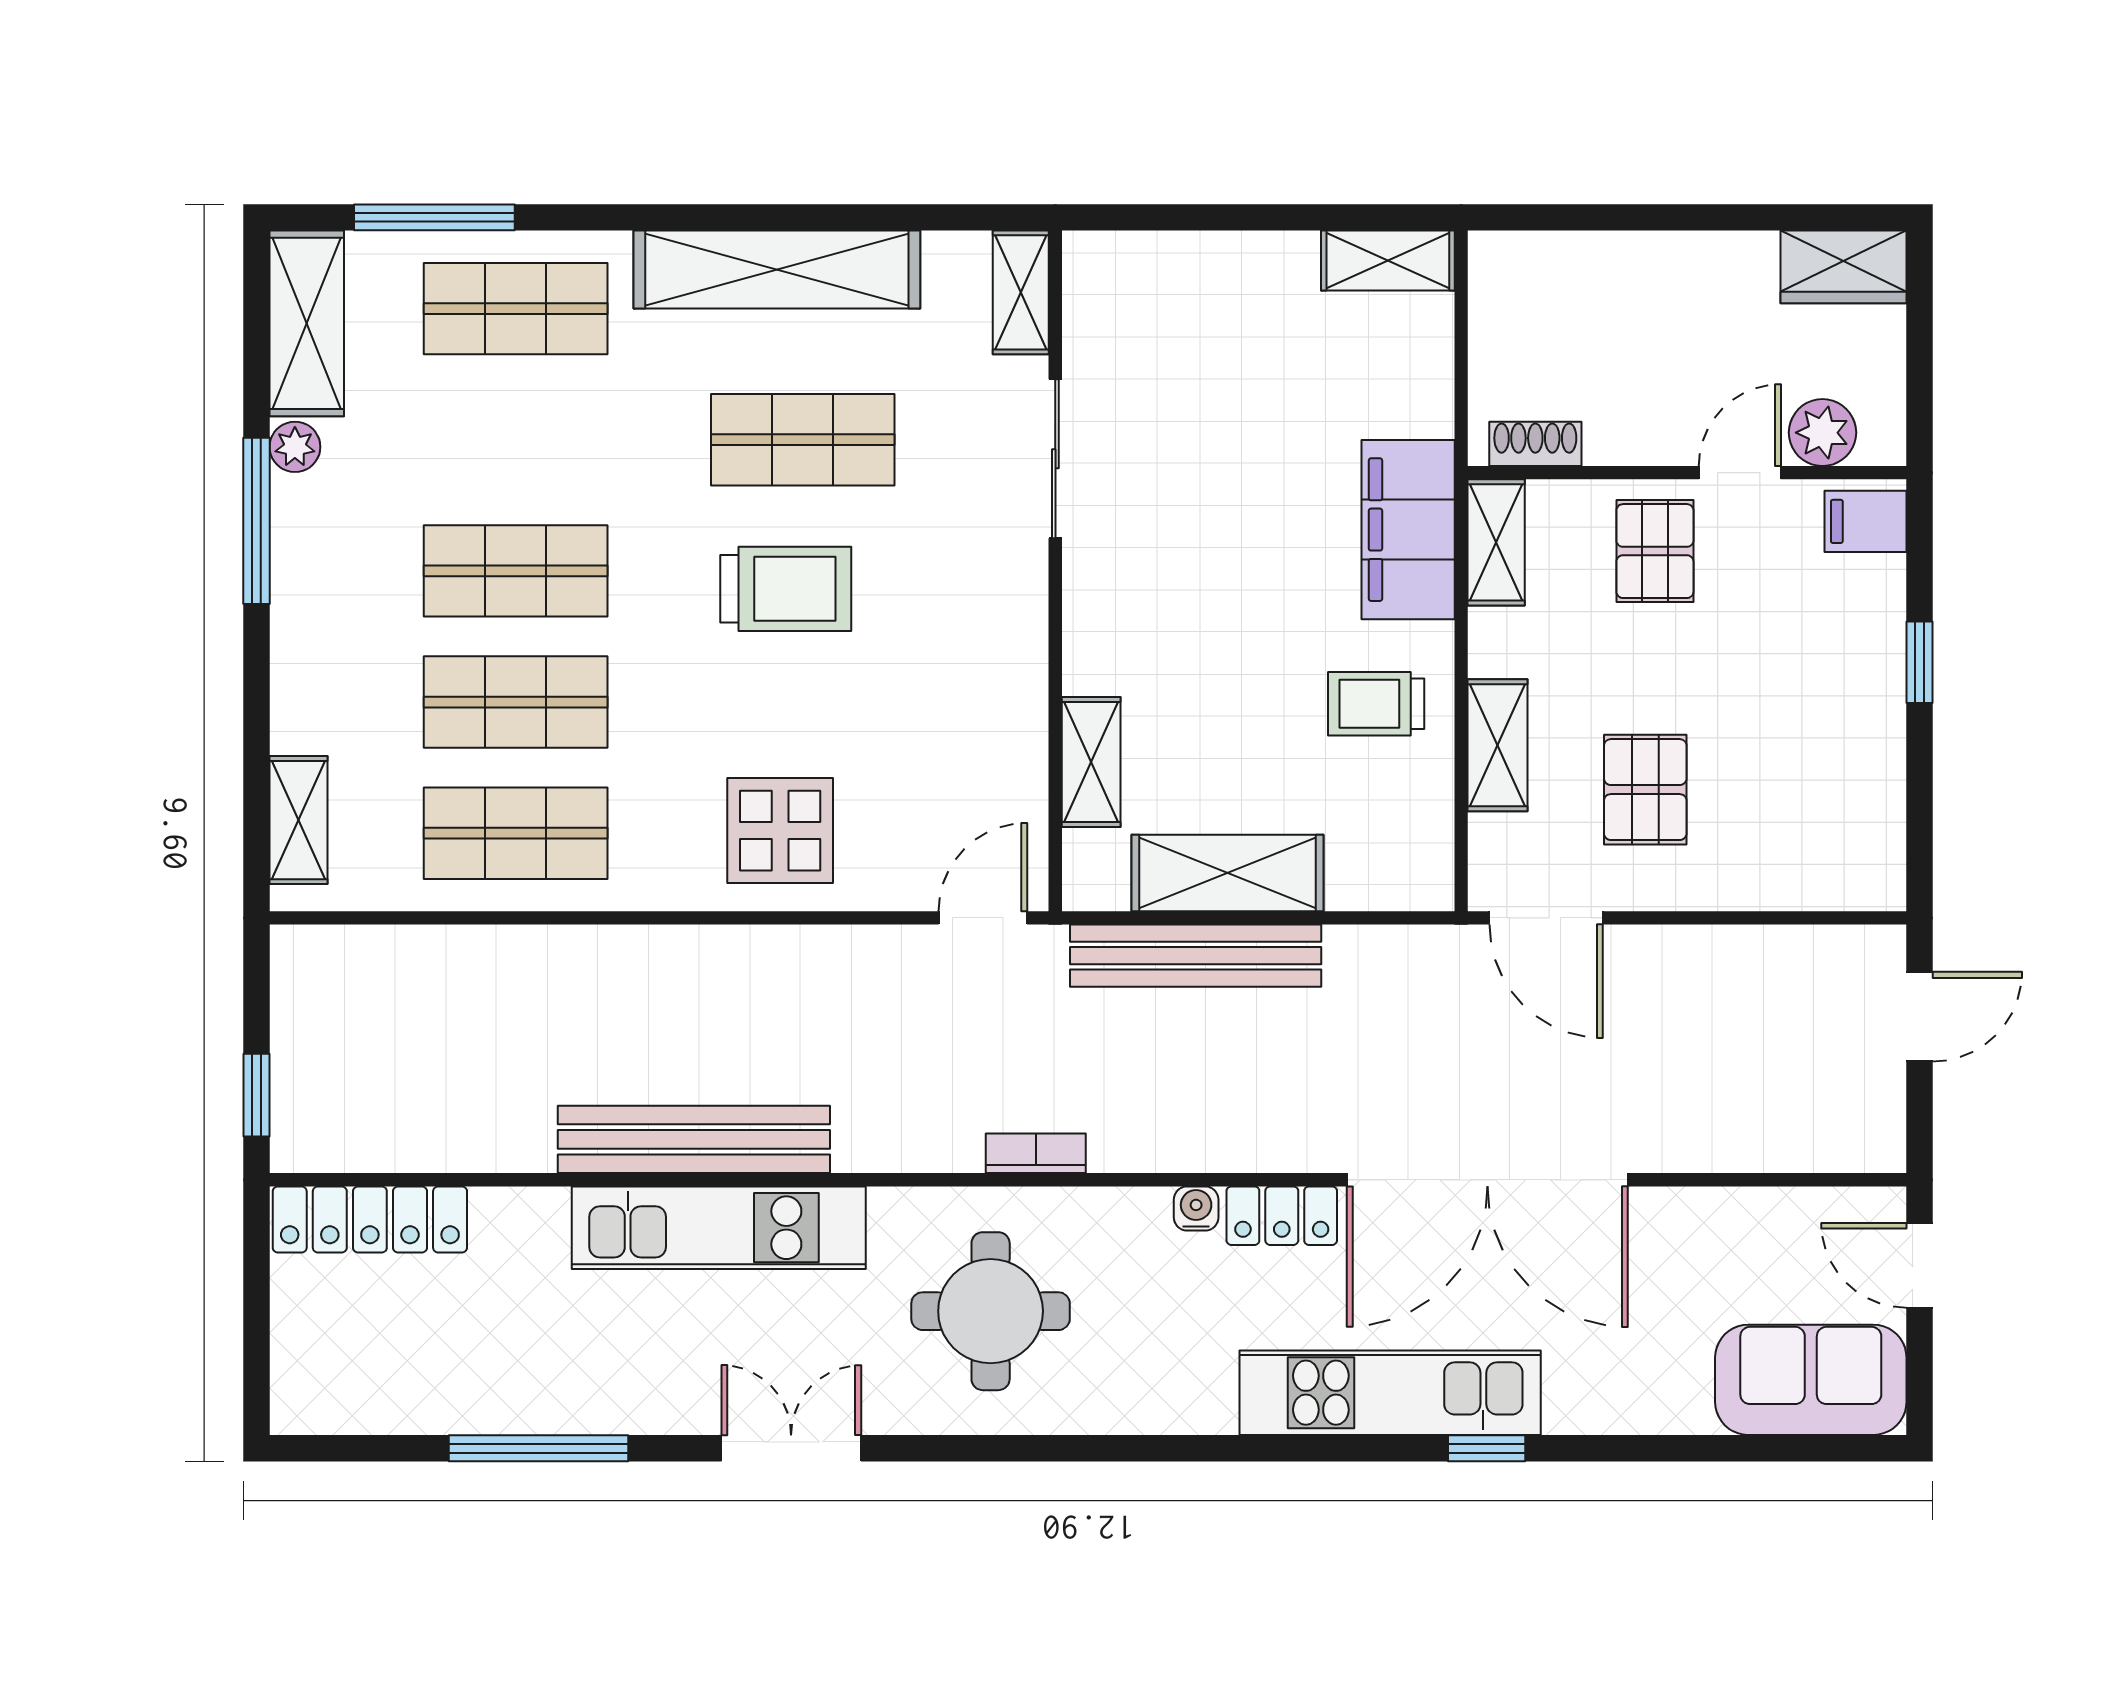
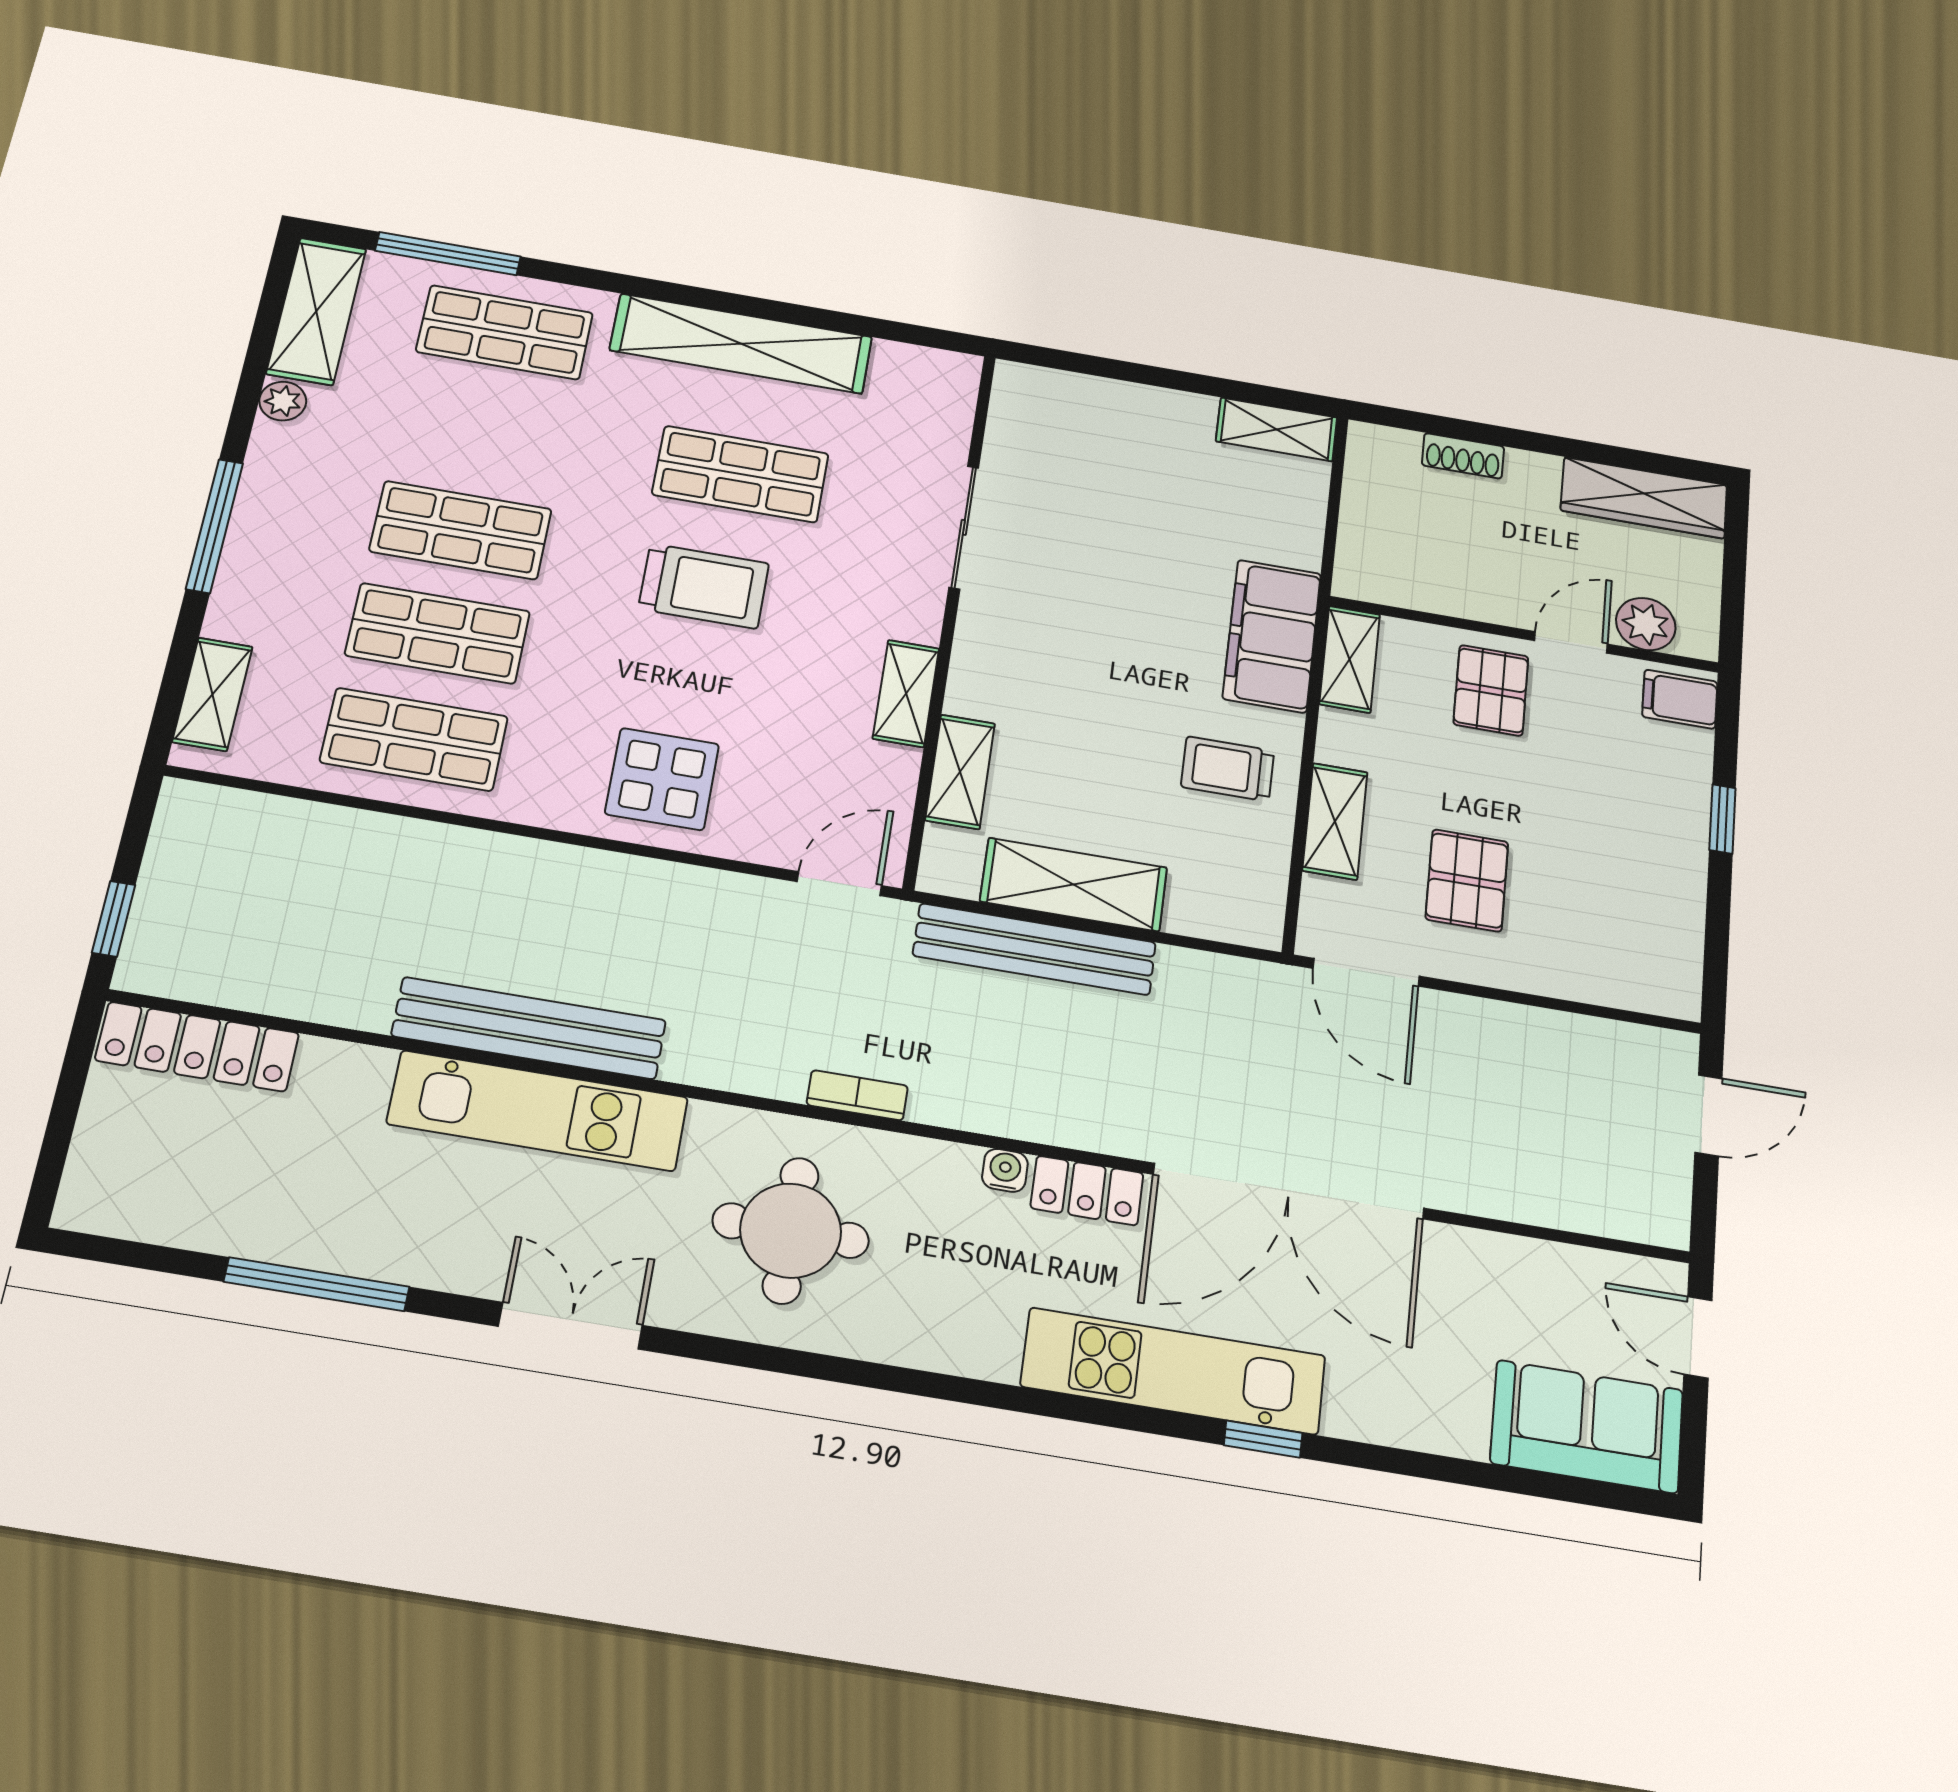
wardrobe: (1843, 267) -> (1644, 498), width x1.50
shelving: (1021, 292) -> (906, 693), moved
shoe rack: (1535, 444) -> (1463, 456), moved, turned 180
window: (257, 521) -> (215, 526), moved

